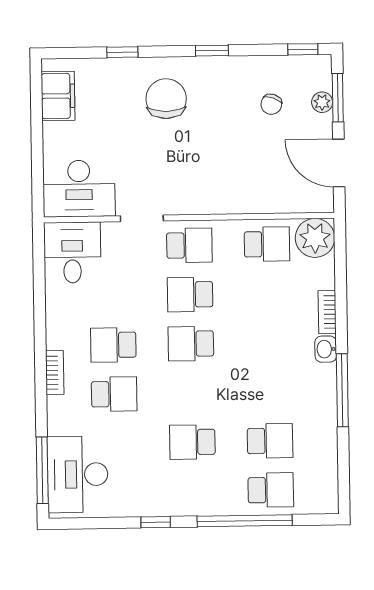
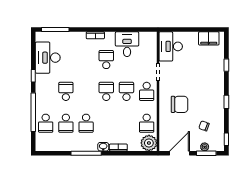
chair: (166, 99) -> (179, 104), moved
desk: (72, 253) -> (127, 44), moved, turned -90
school desk: (114, 394) -> (86, 123), moved
desk: (78, 474) -> (48, 58), moved, turned -90

